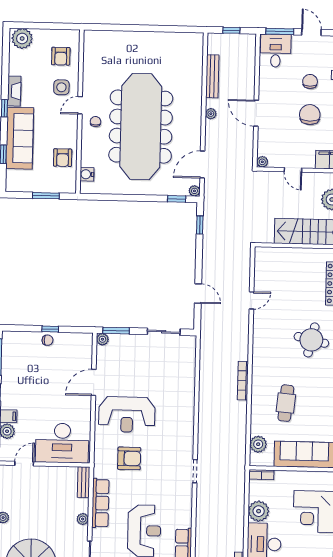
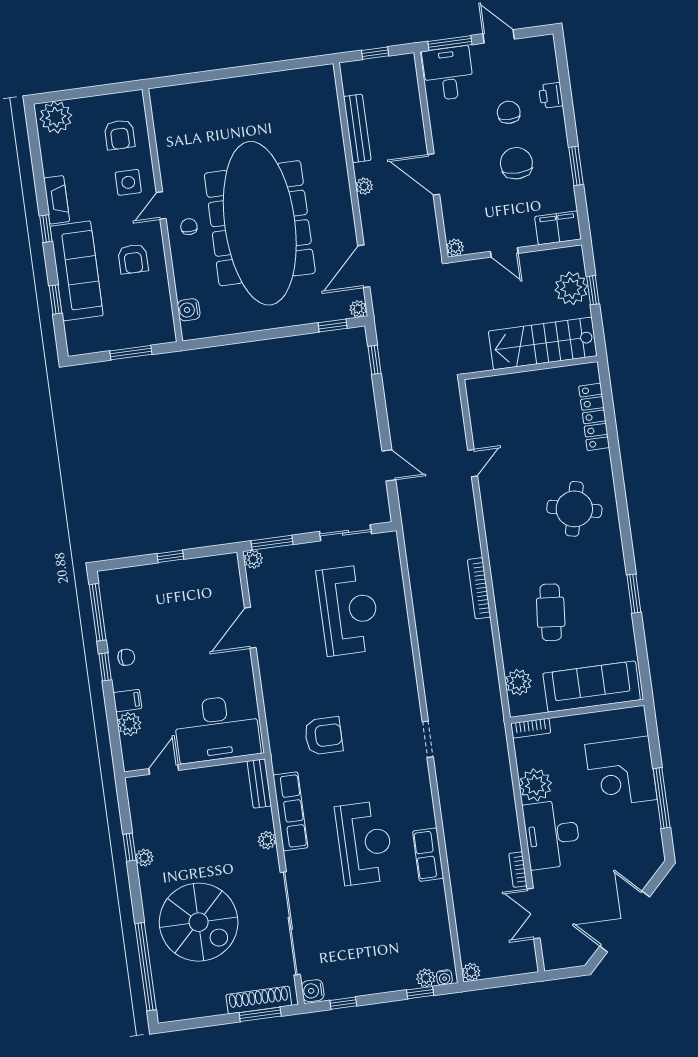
armchair: (63, 158) -> (133, 259), moved
chair: (48, 340) -> (126, 657), moved
reception desk: (127, 415) -> (349, 610), moved, turned -90

